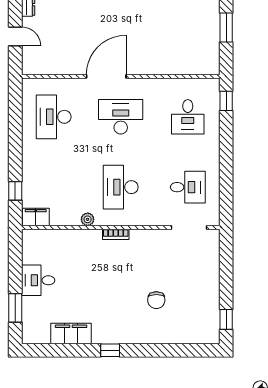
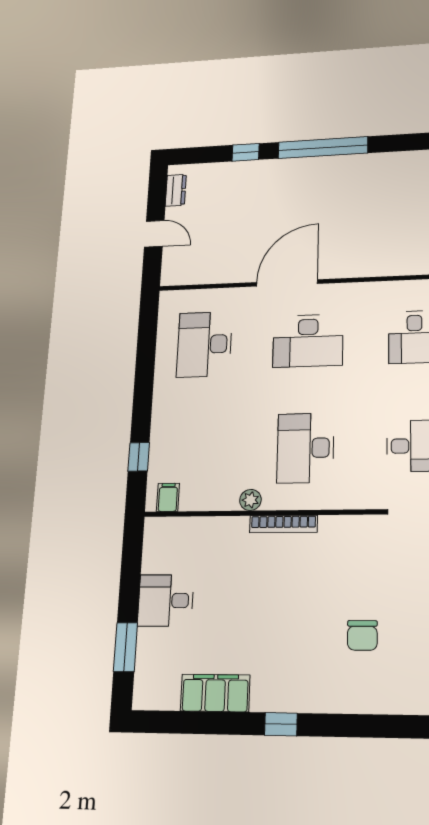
desk: (121, 117) -> (308, 341), turned 180
filing cabinet: (36, 217) -> (168, 497), width x0.50
bookcase: (116, 234) -> (283, 524), width x1.56

